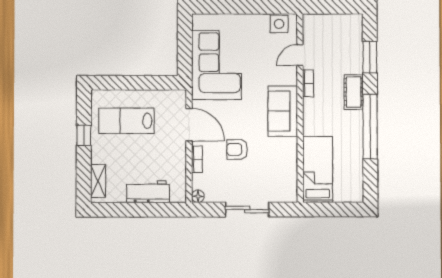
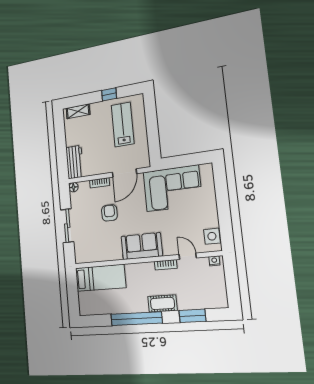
nightstand: (308, 24) -> (214, 261), added
workbench: (148, 192) -> (75, 162), moved

